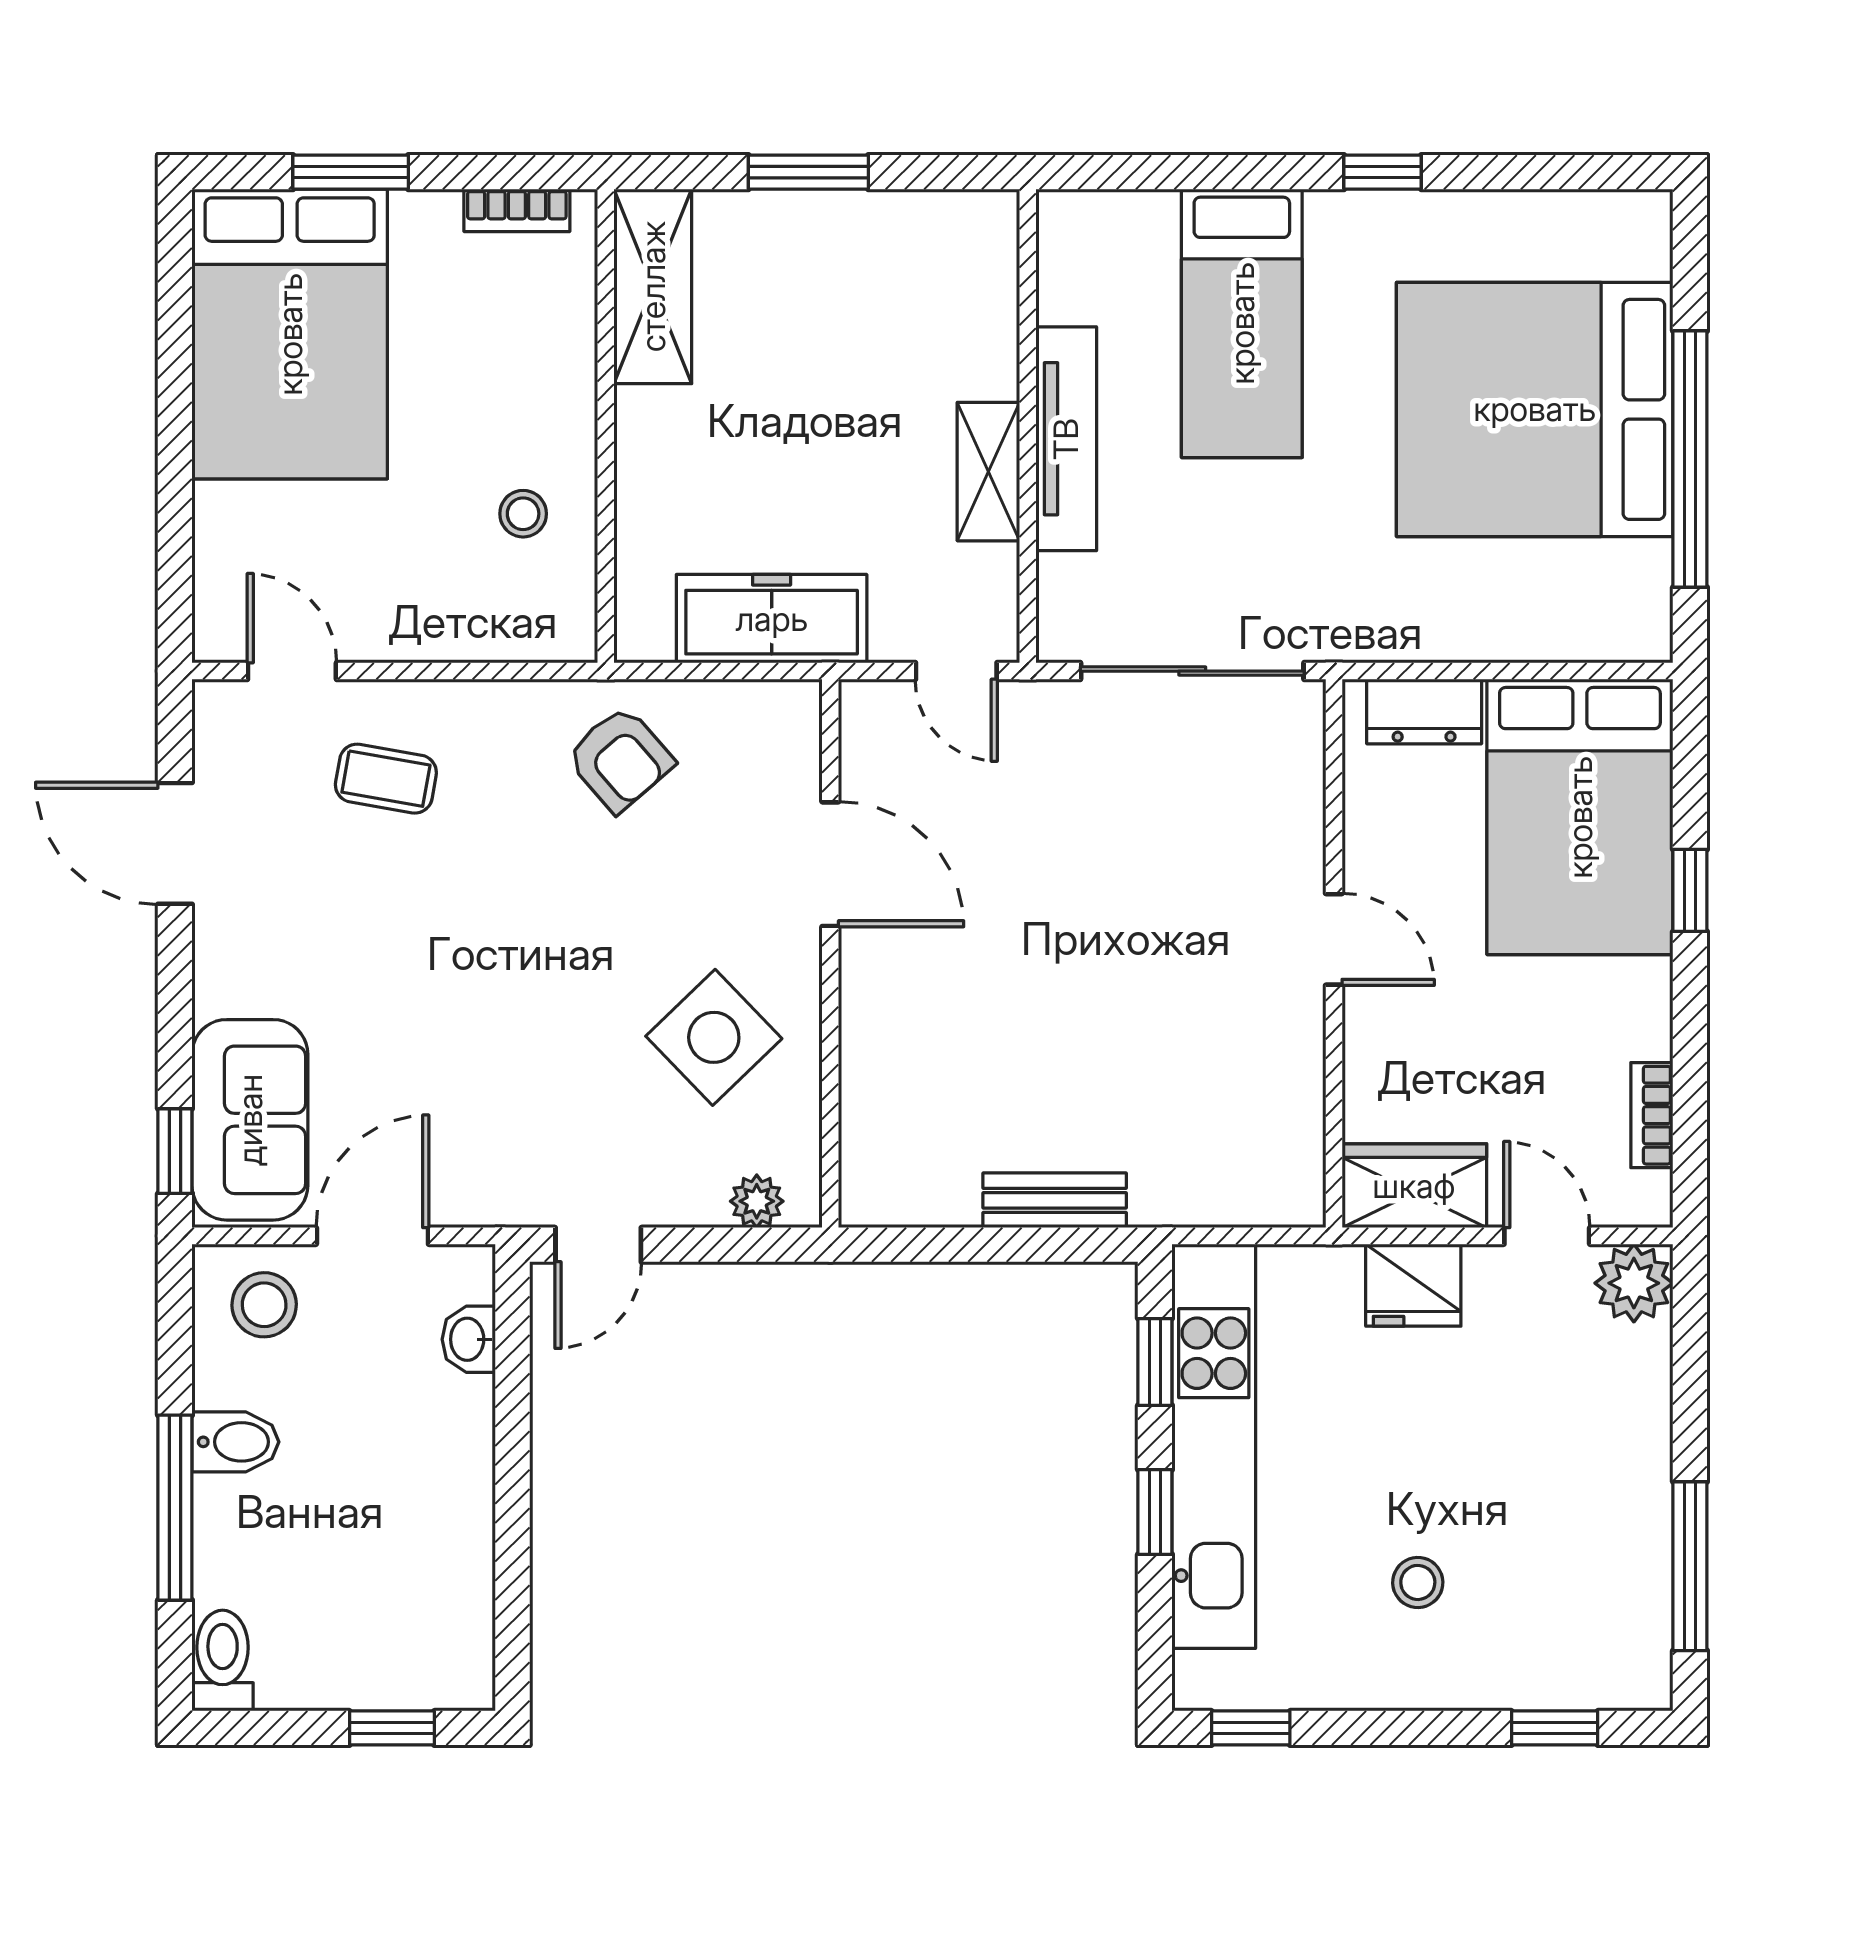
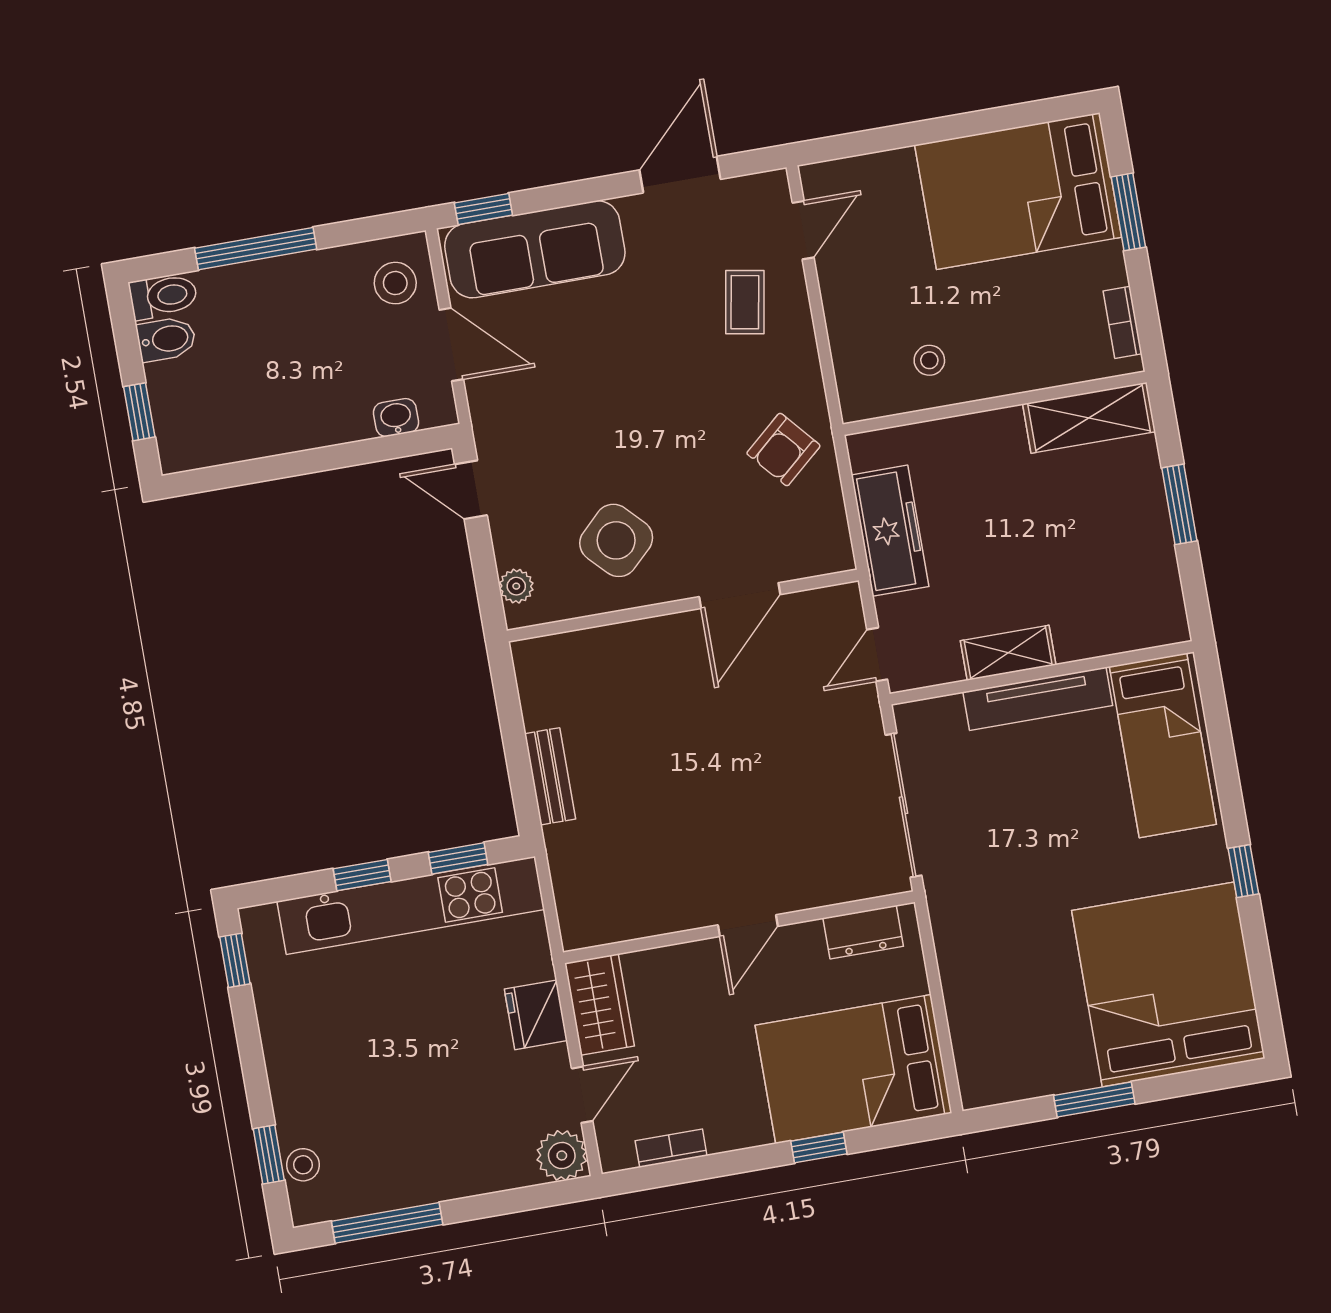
bed: (1242, 323) -> (1163, 745), moved, turned -90
bed: (1535, 409) -> (1168, 984), moved
window: (1690, 459) -> (1094, 1099), width x0.47
dresser: (1424, 711) -> (863, 932), moved, turned -90
sofa: (250, 1120) -> (535, 249), width x1.36
bidet: (235, 1442) -> (166, 339), moved, turned -90
stool: (1418, 1582) -> (303, 1165), moved

